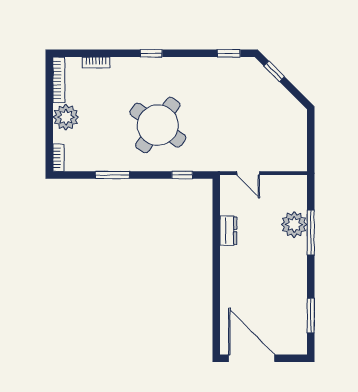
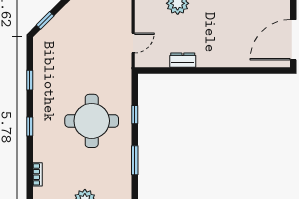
window: (229, 53) -> (30, 80), moved
round table: (158, 125) -> (92, 121), turned -35
window: (182, 175) -> (135, 115), moved

